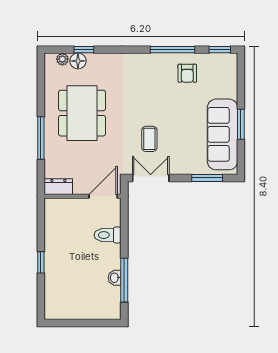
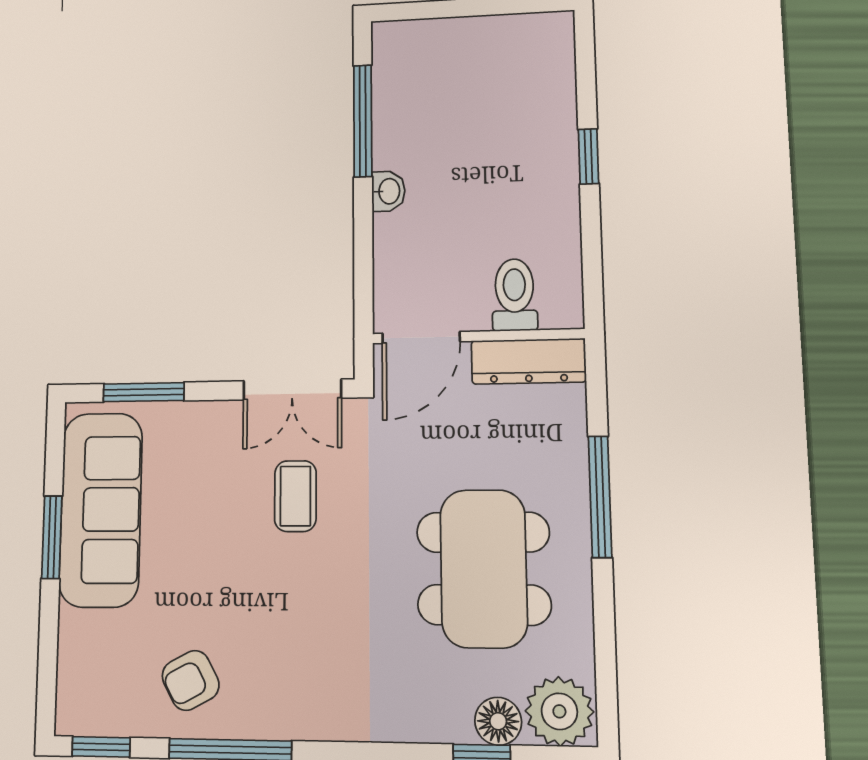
plant: (62, 59) -> (559, 711), width x1.88, depth x1.88
armchair: (187, 73) -> (191, 680), turned -118
dresser: (58, 187) -> (528, 361), width x1.44
toilet: (108, 235) -> (514, 295), moved, turned -90
washbasin: (115, 278) -> (388, 191), moved

